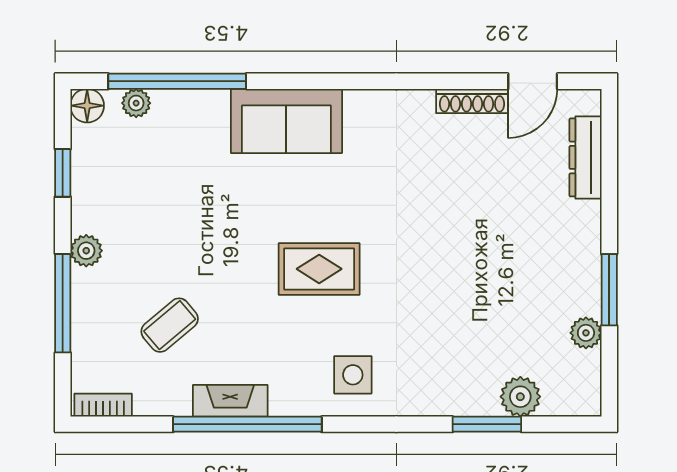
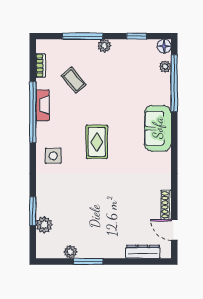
bookcase: (103, 405) -> (41, 66), moved

